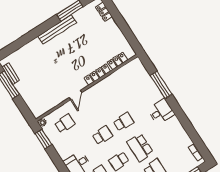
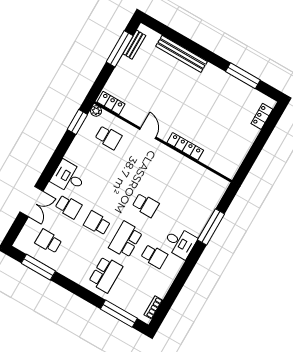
bench: (57, 29) -> (181, 54), moved
locker: (117, 61) -> (111, 103), moved
door: (76, 95) -> (148, 133), swing flipped
school desk: (102, 135) -> (154, 256), moved

